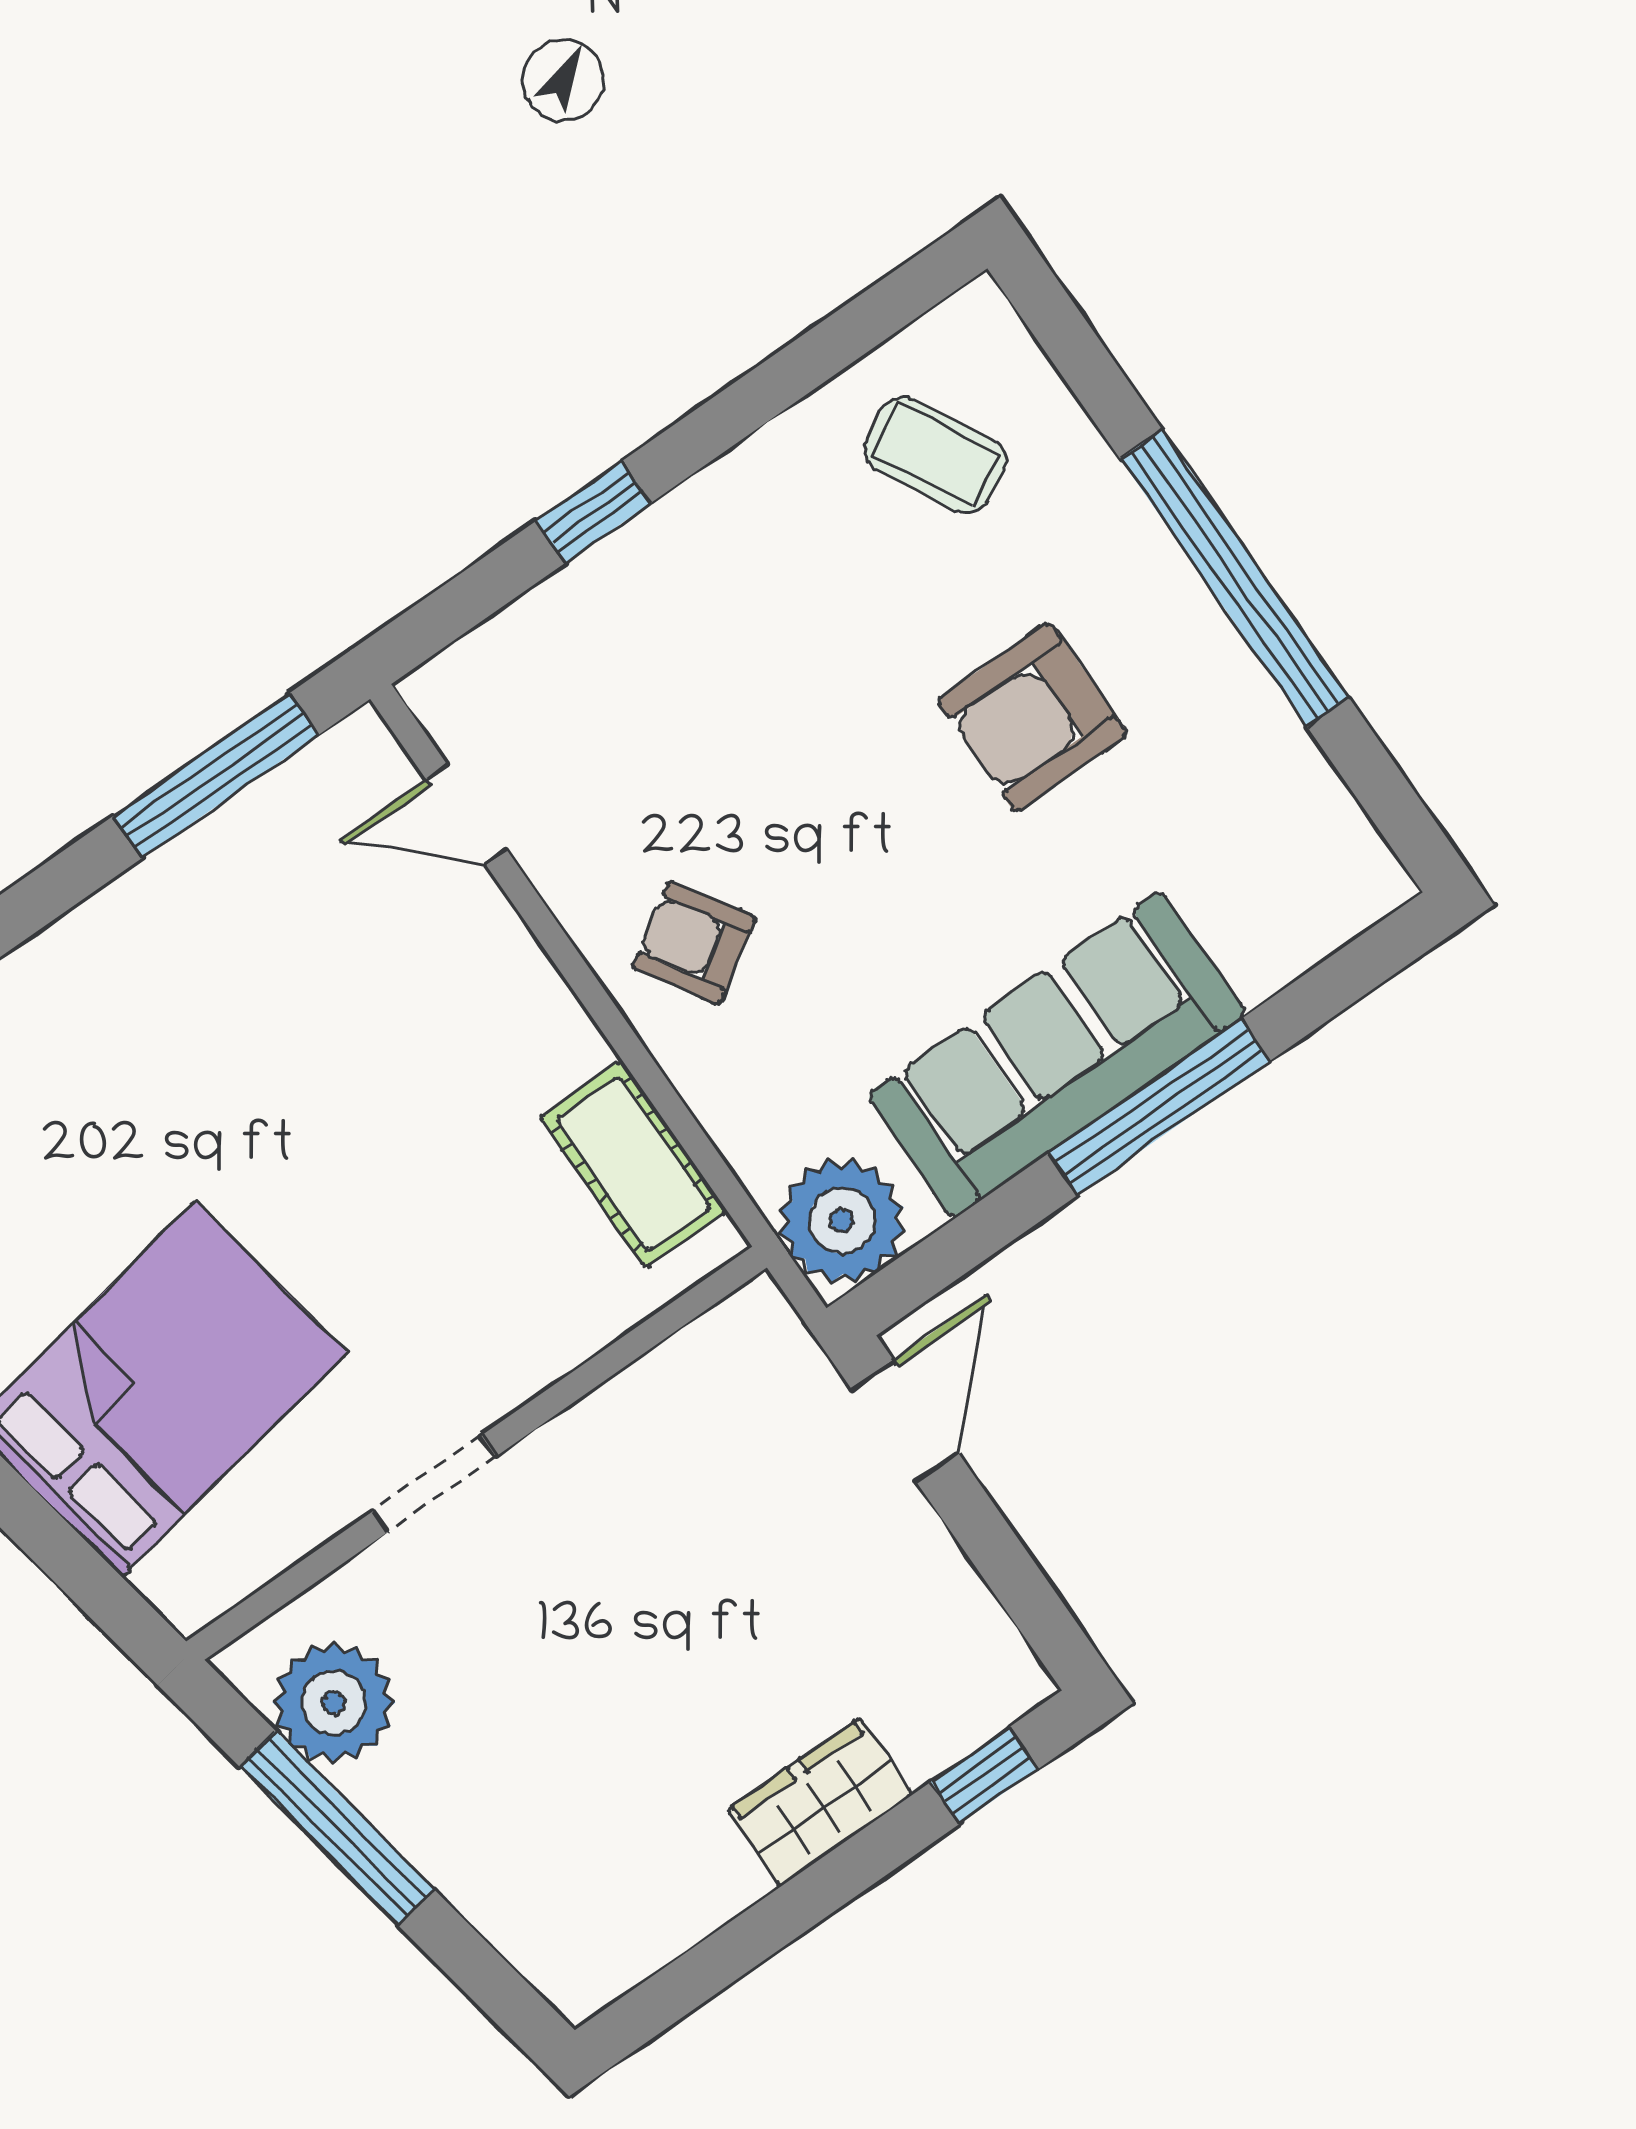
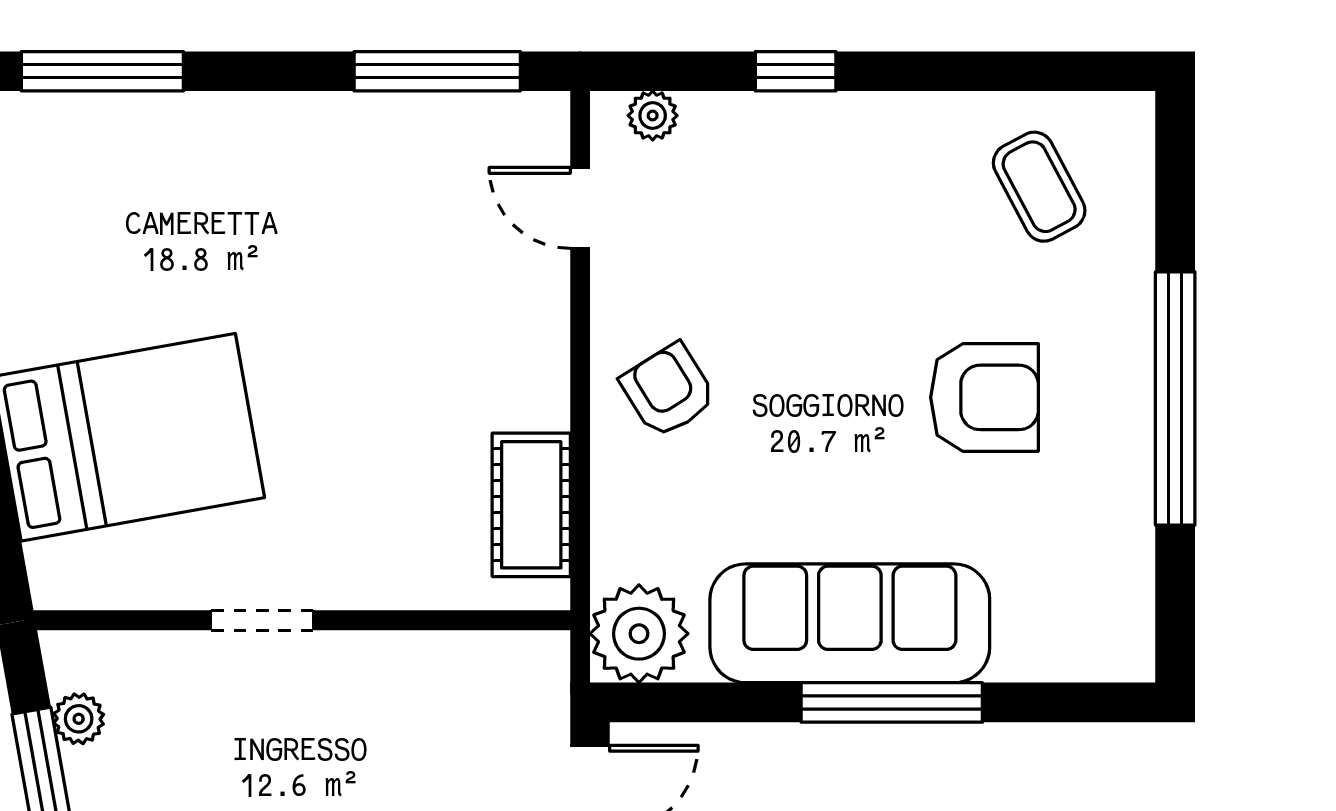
plant: (475, 664) -> (653, 116), added
armchair: (1033, 717) -> (984, 397), turned 180
plant: (334, 1702) -> (79, 719), width x0.53, depth x0.53

